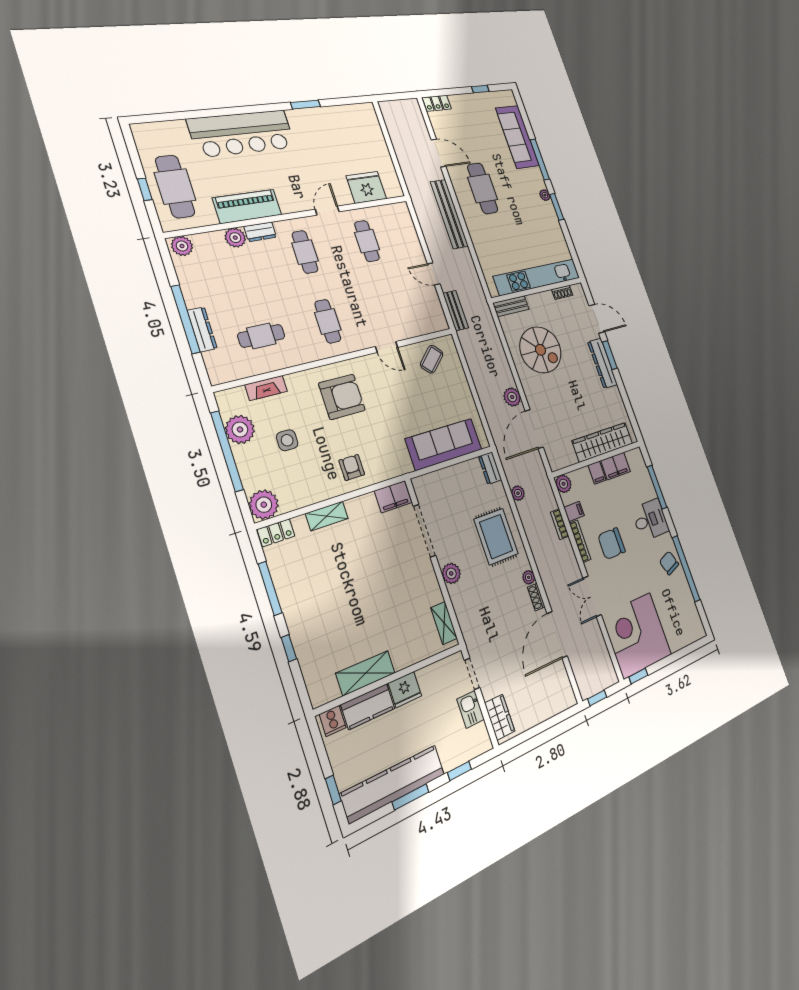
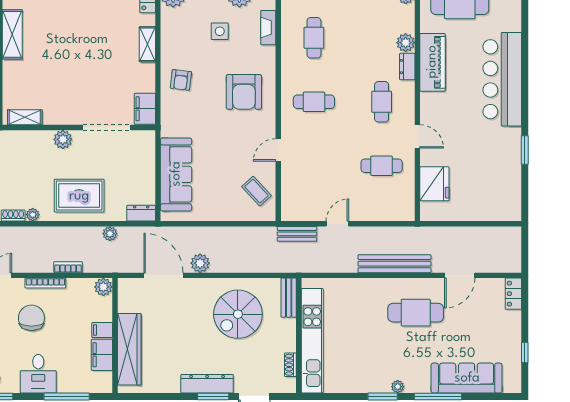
cafe table: (305, 252) -> (382, 102), turned 90
armchair: (352, 467) -> (181, 80), turned 97
filing cabinet: (574, 511) -> (74, 288), removed

